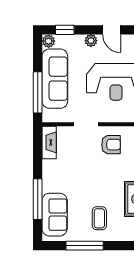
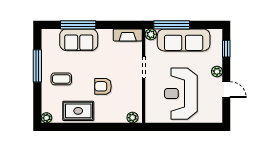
door: (112, 30) -> (226, 90), swing flipped
plant: (49, 41) -> (151, 34), moved
armchair: (111, 145) -> (103, 86), moved, turned 90
sofa: (55, 215) -> (79, 40), moved

